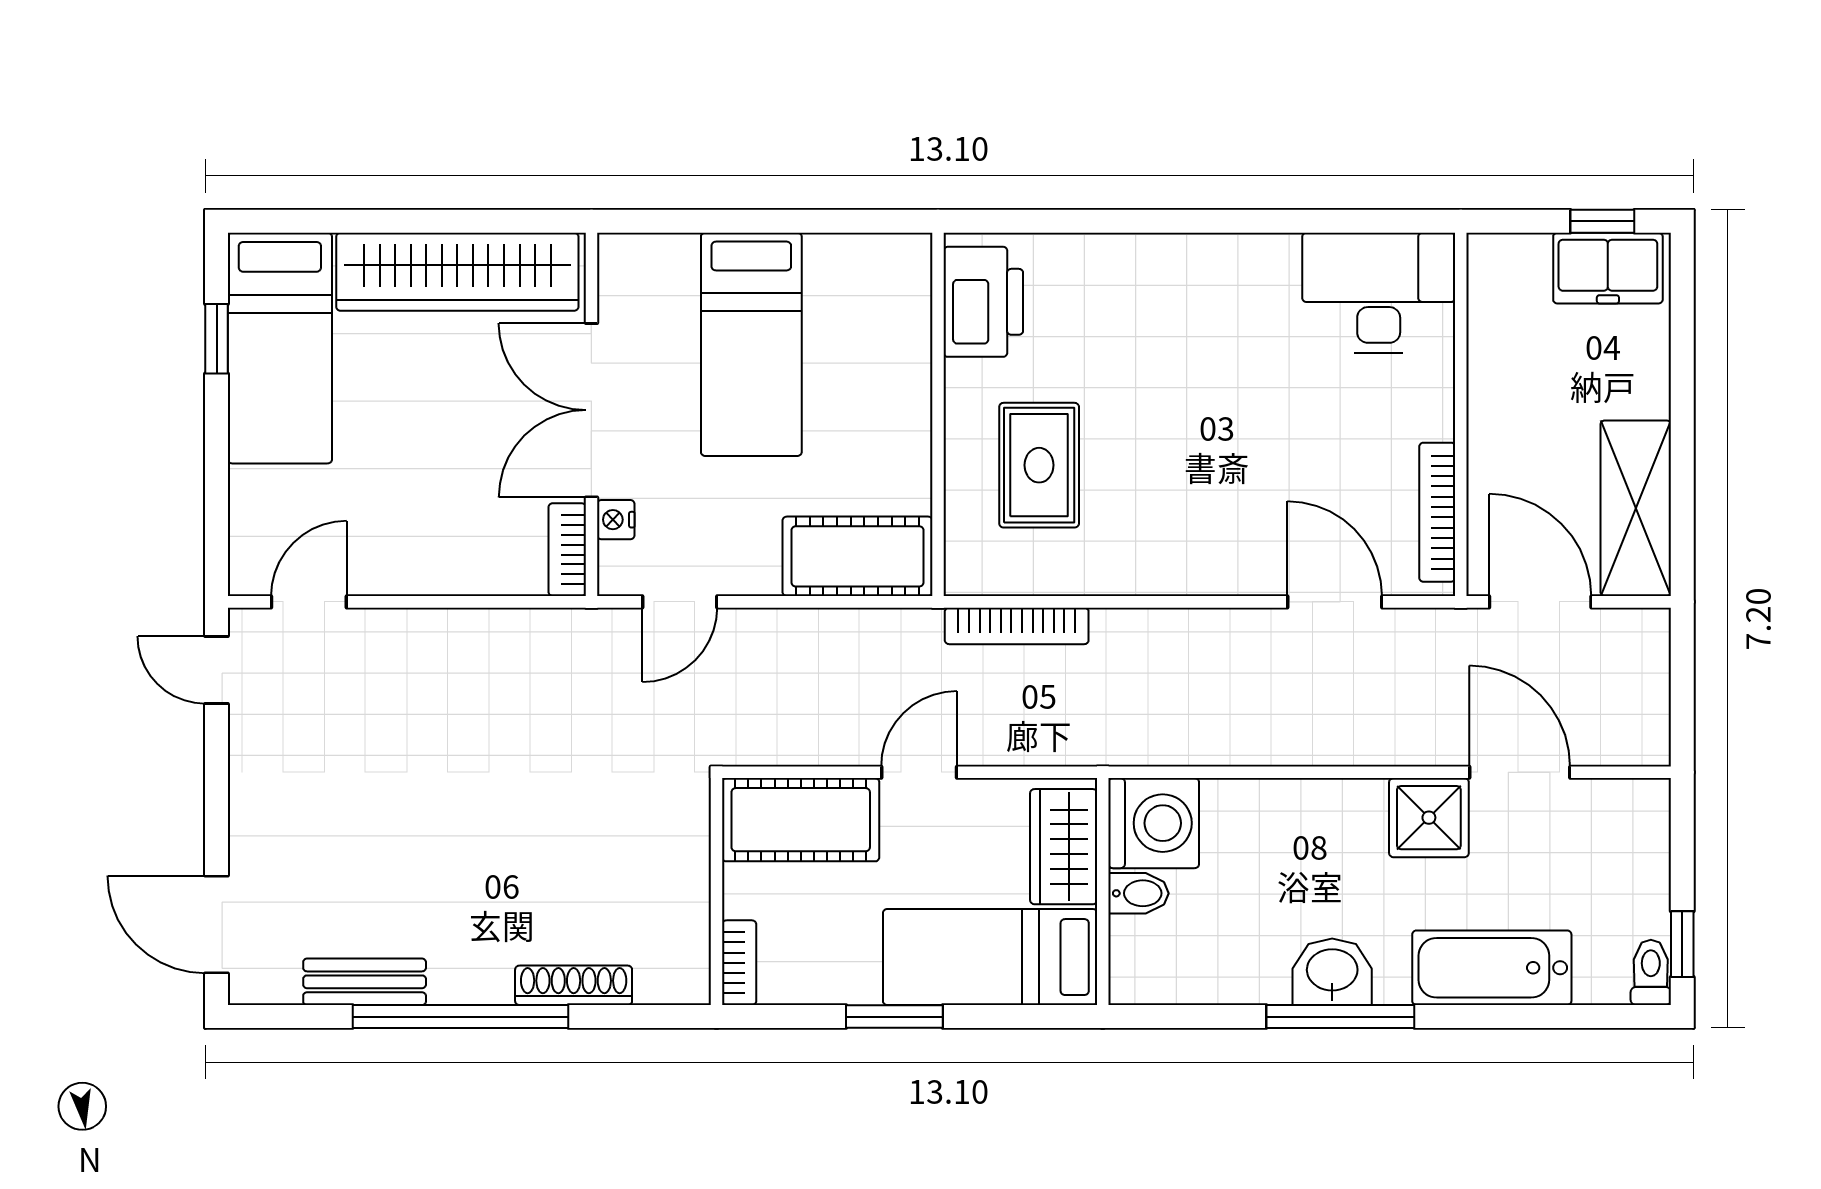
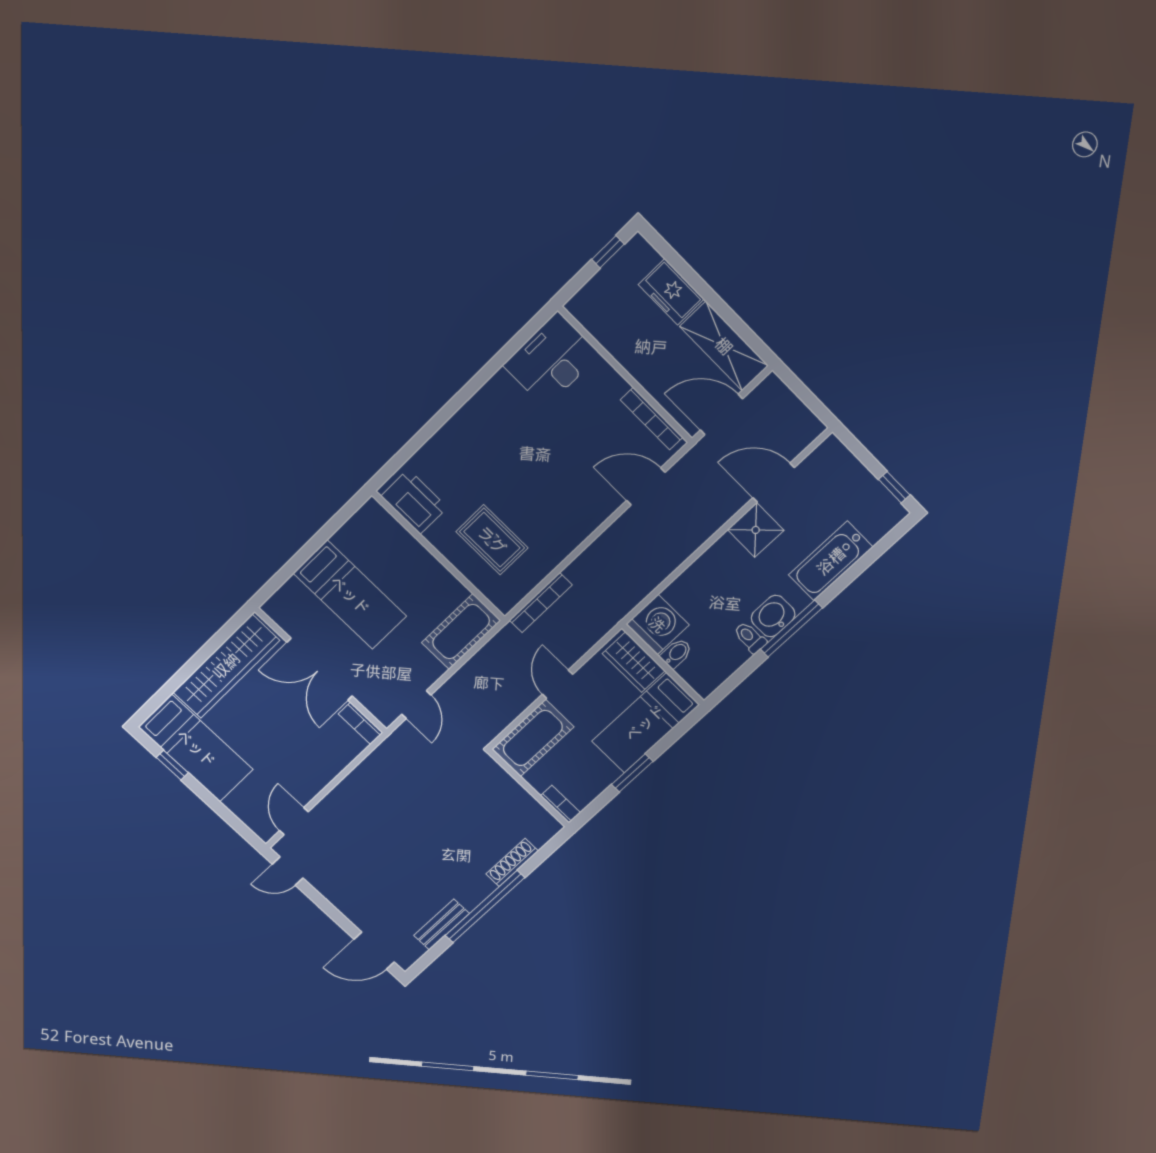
freezer: (1608, 268) -> (671, 292), moved, turned 90
nightstand: (616, 520) -> (366, 698), removed
toilet: (1651, 972) -> (750, 638), moved

